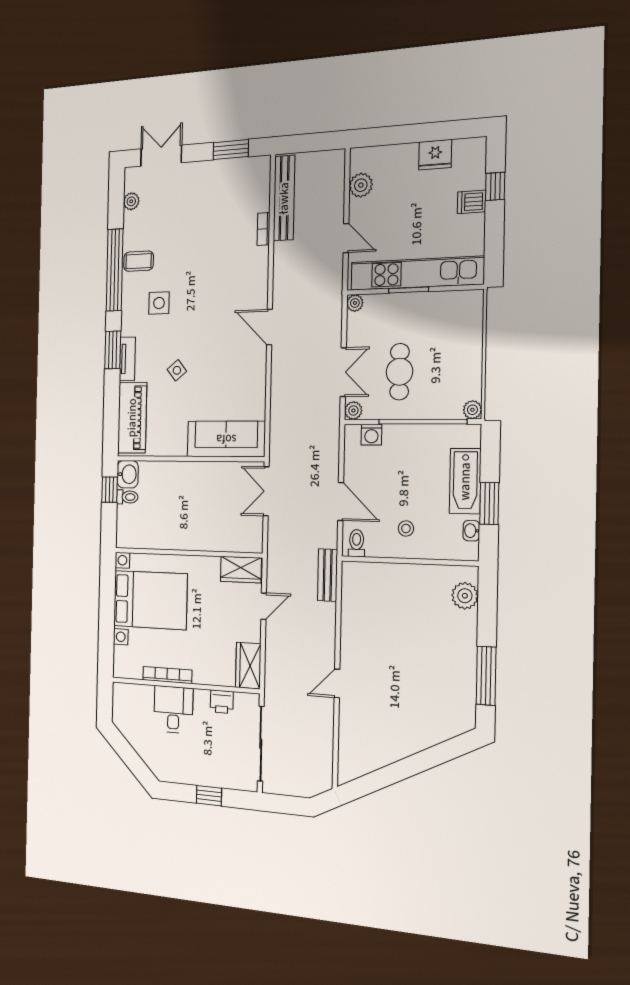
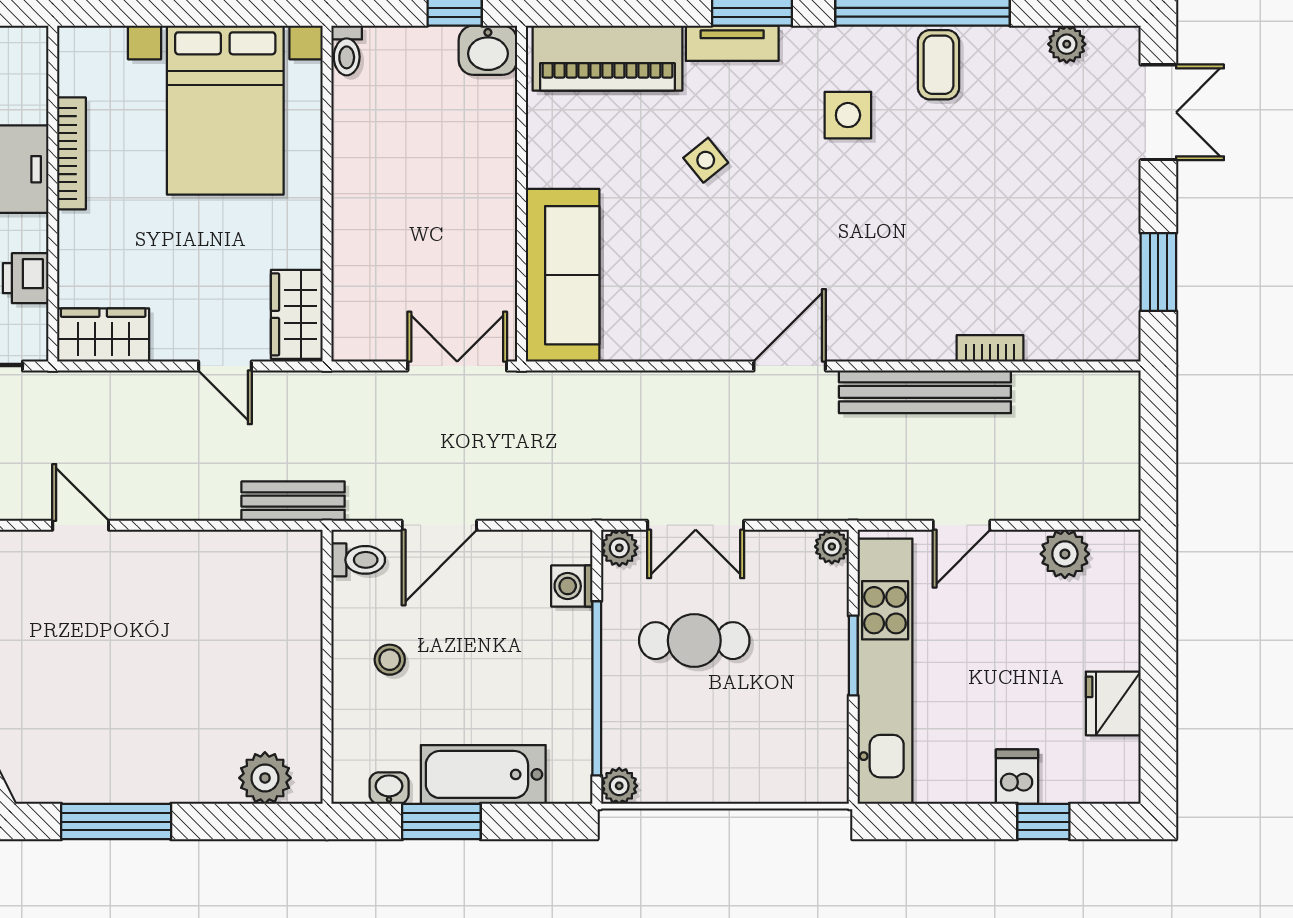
bench: (284, 198) -> (925, 392), moved
toilet: (127, 497) -> (347, 50), moved

